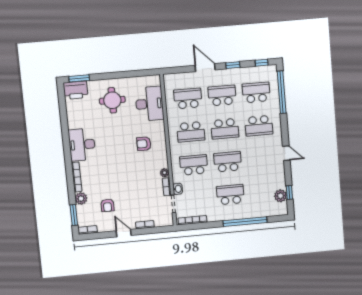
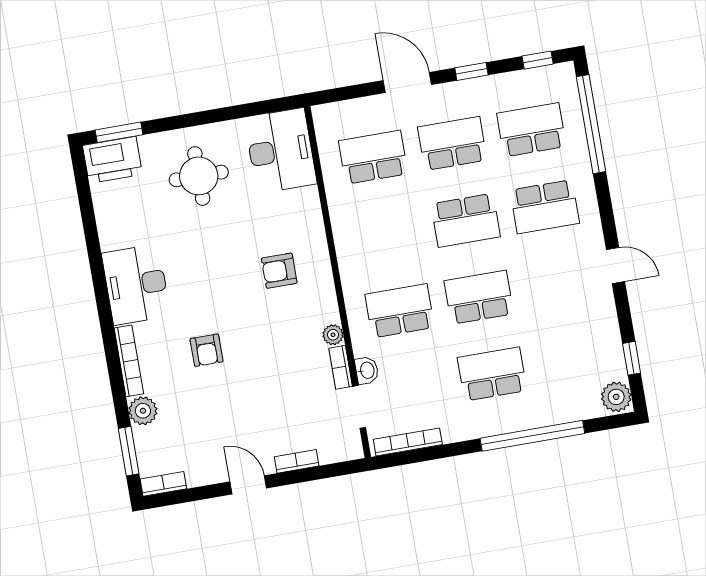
desk: (149, 104) -> (281, 151), moved
school desk: (191, 132) -> (386, 234), removed
plant: (280, 196) -> (616, 397), moved
armchair: (107, 205) -> (206, 350), moved

